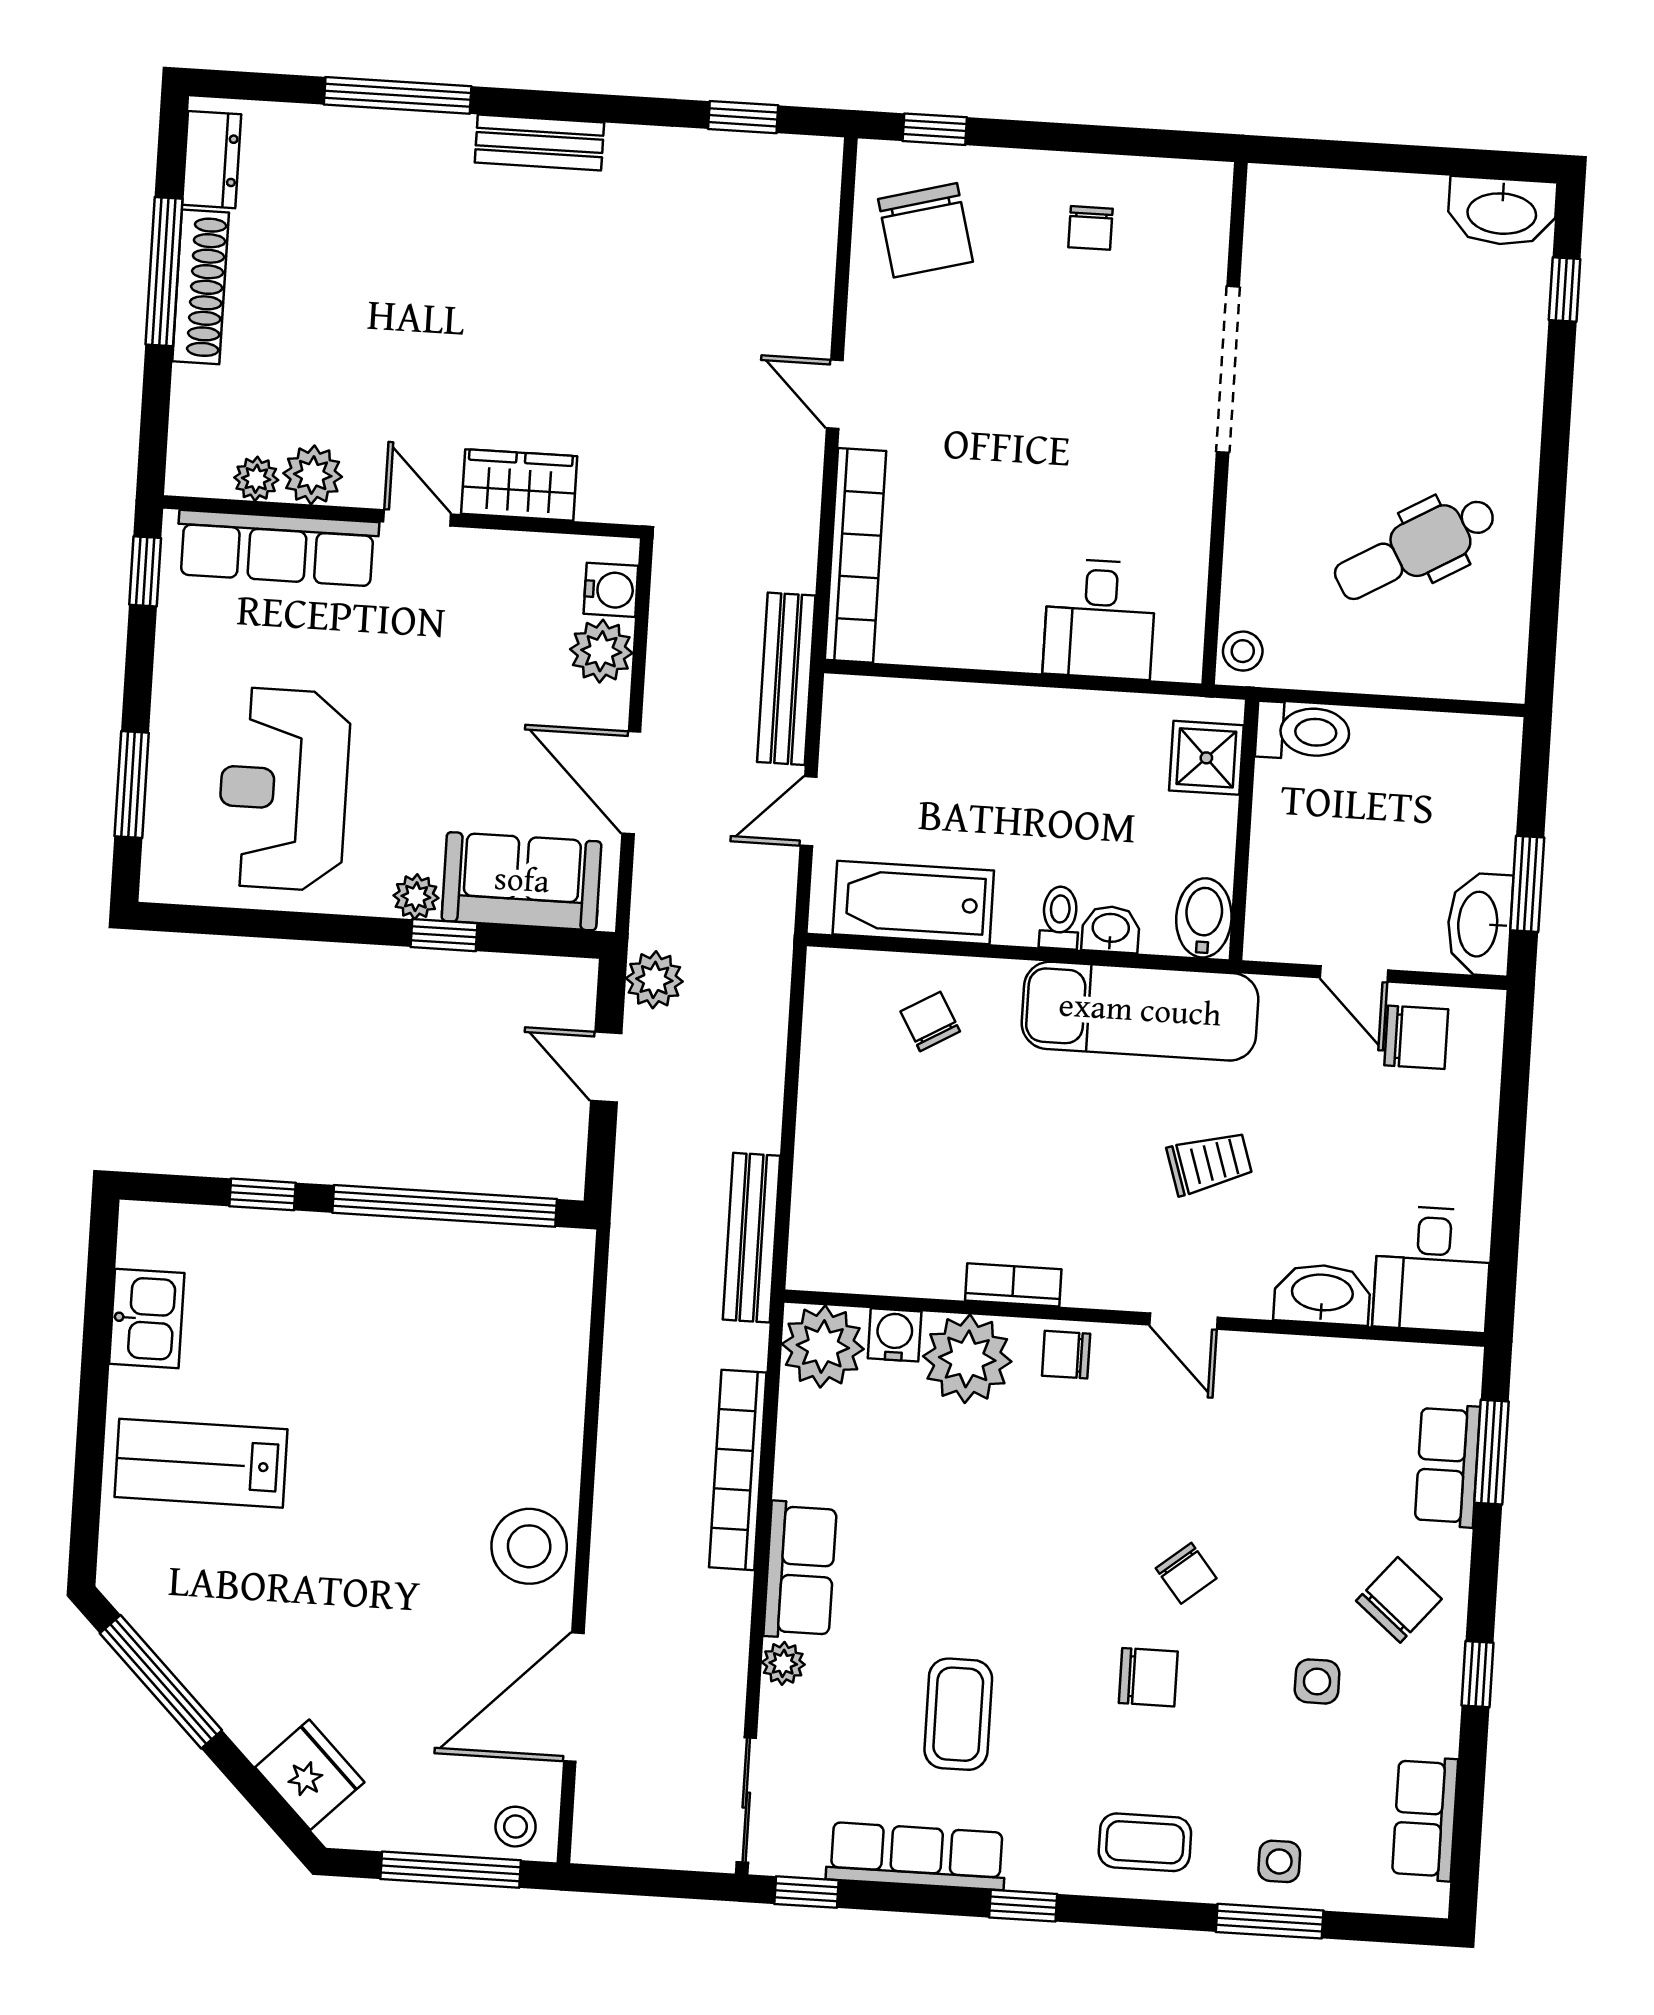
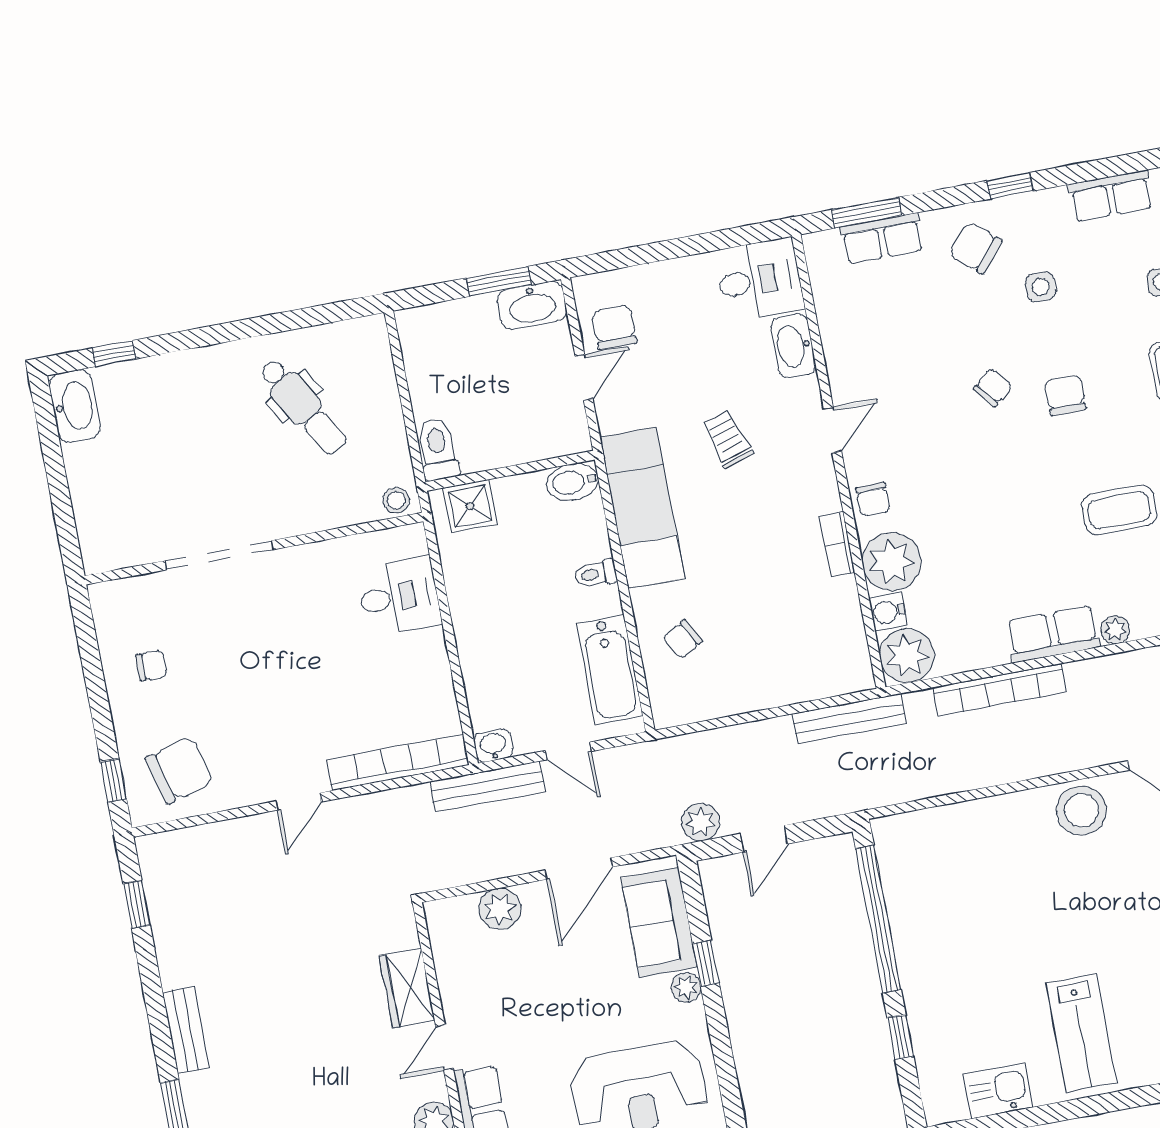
water cooler: (611, 590) -> (459, 913), removed
washbasin: (1111, 929) -> (493, 745), moved, turned 90

